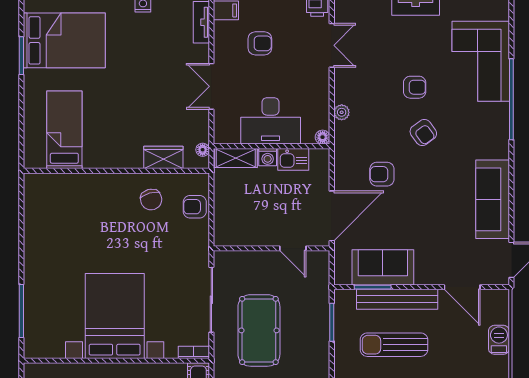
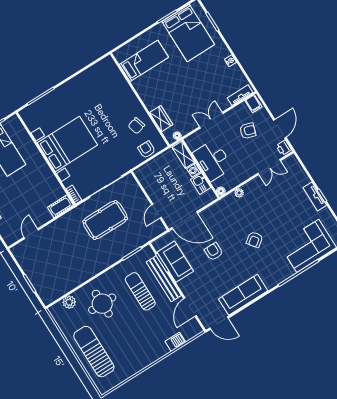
armchair: (260, 43) -> (248, 131), turned -73
armchair: (415, 87) -> (274, 221), removed
armchair: (382, 174) -> (214, 252), moved

